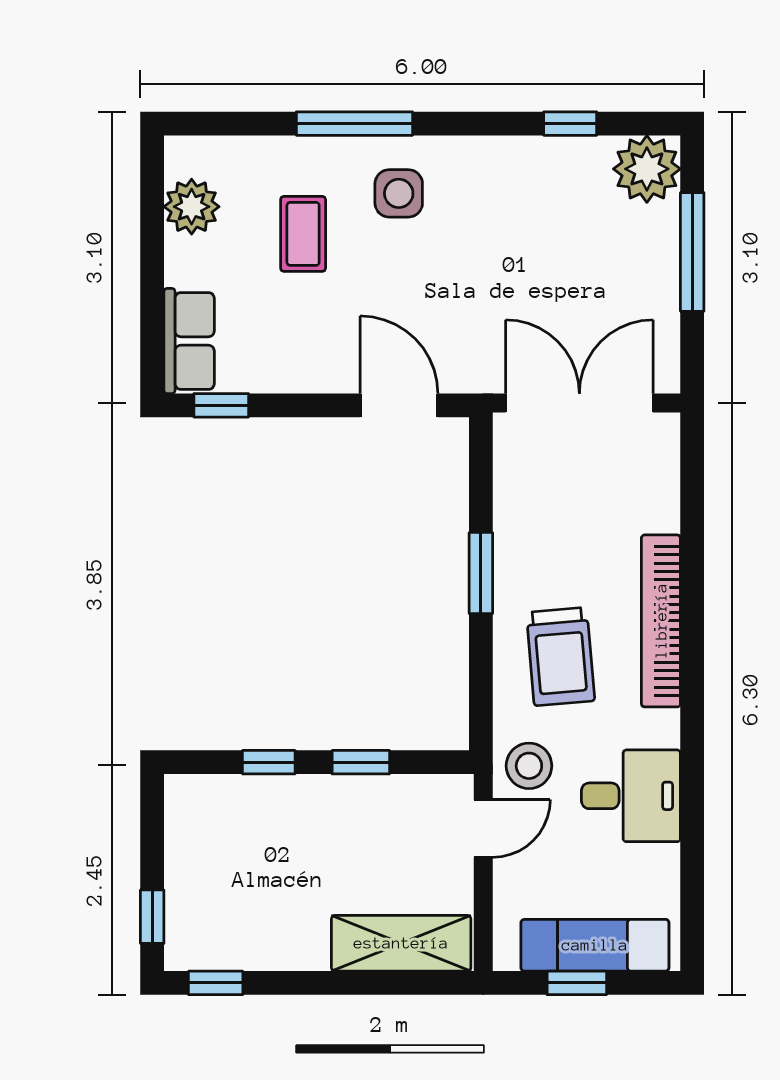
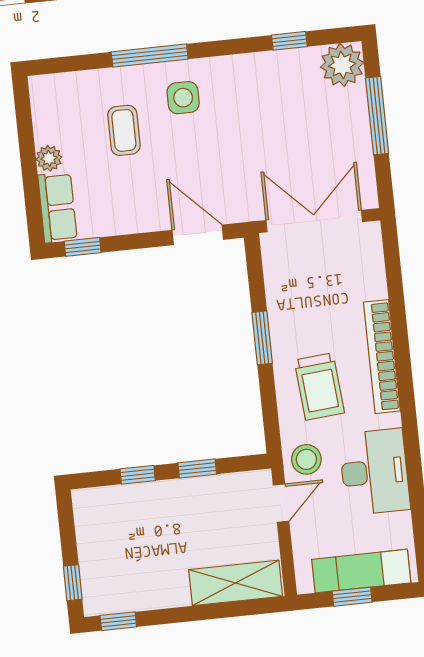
plant: (192, 207) -> (49, 158), moved, width x0.73, depth x0.73
desk: (631, 796) -> (374, 472), width x1.37

